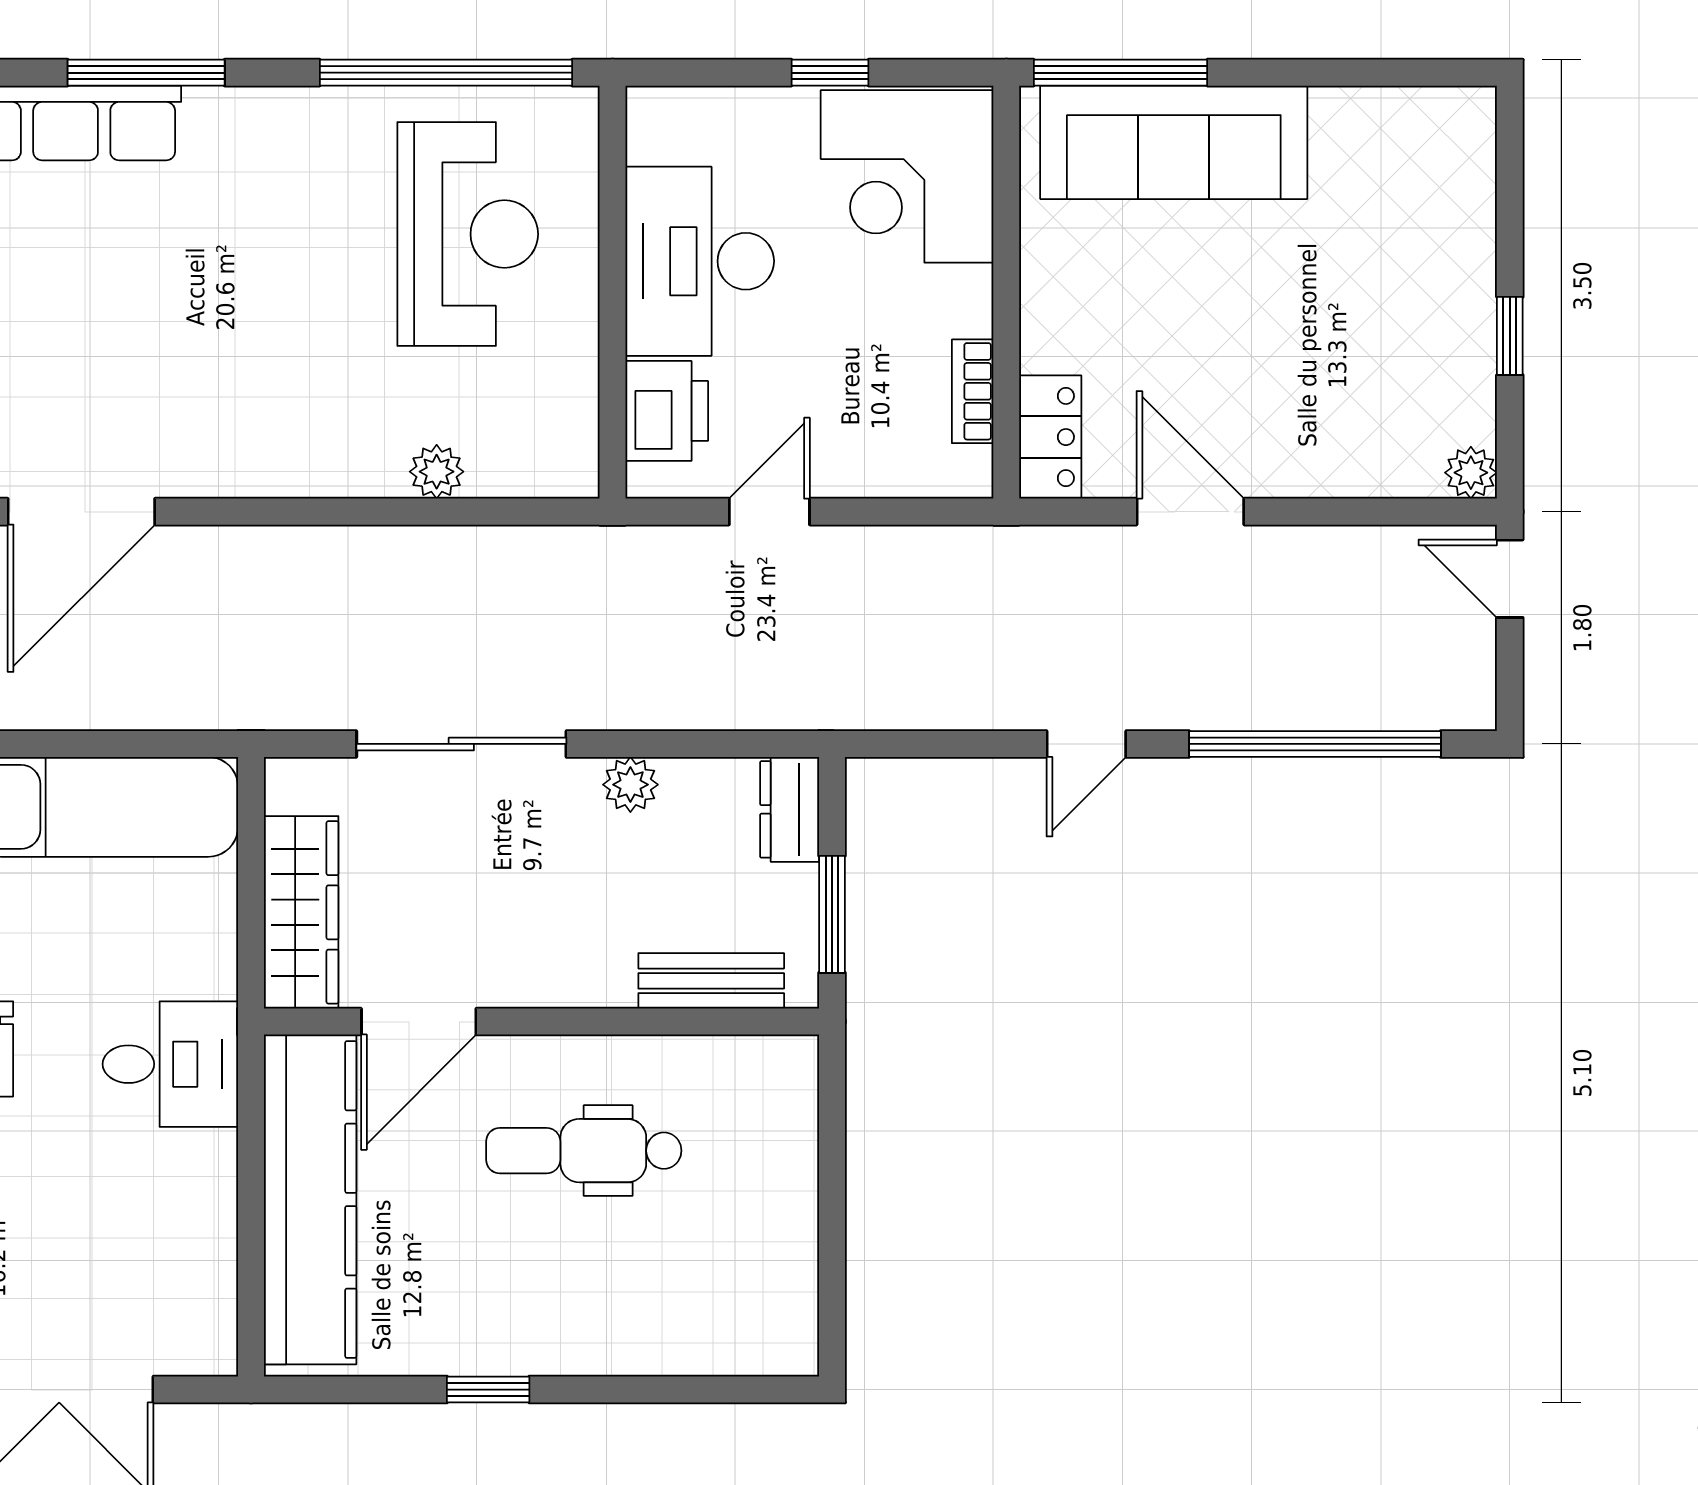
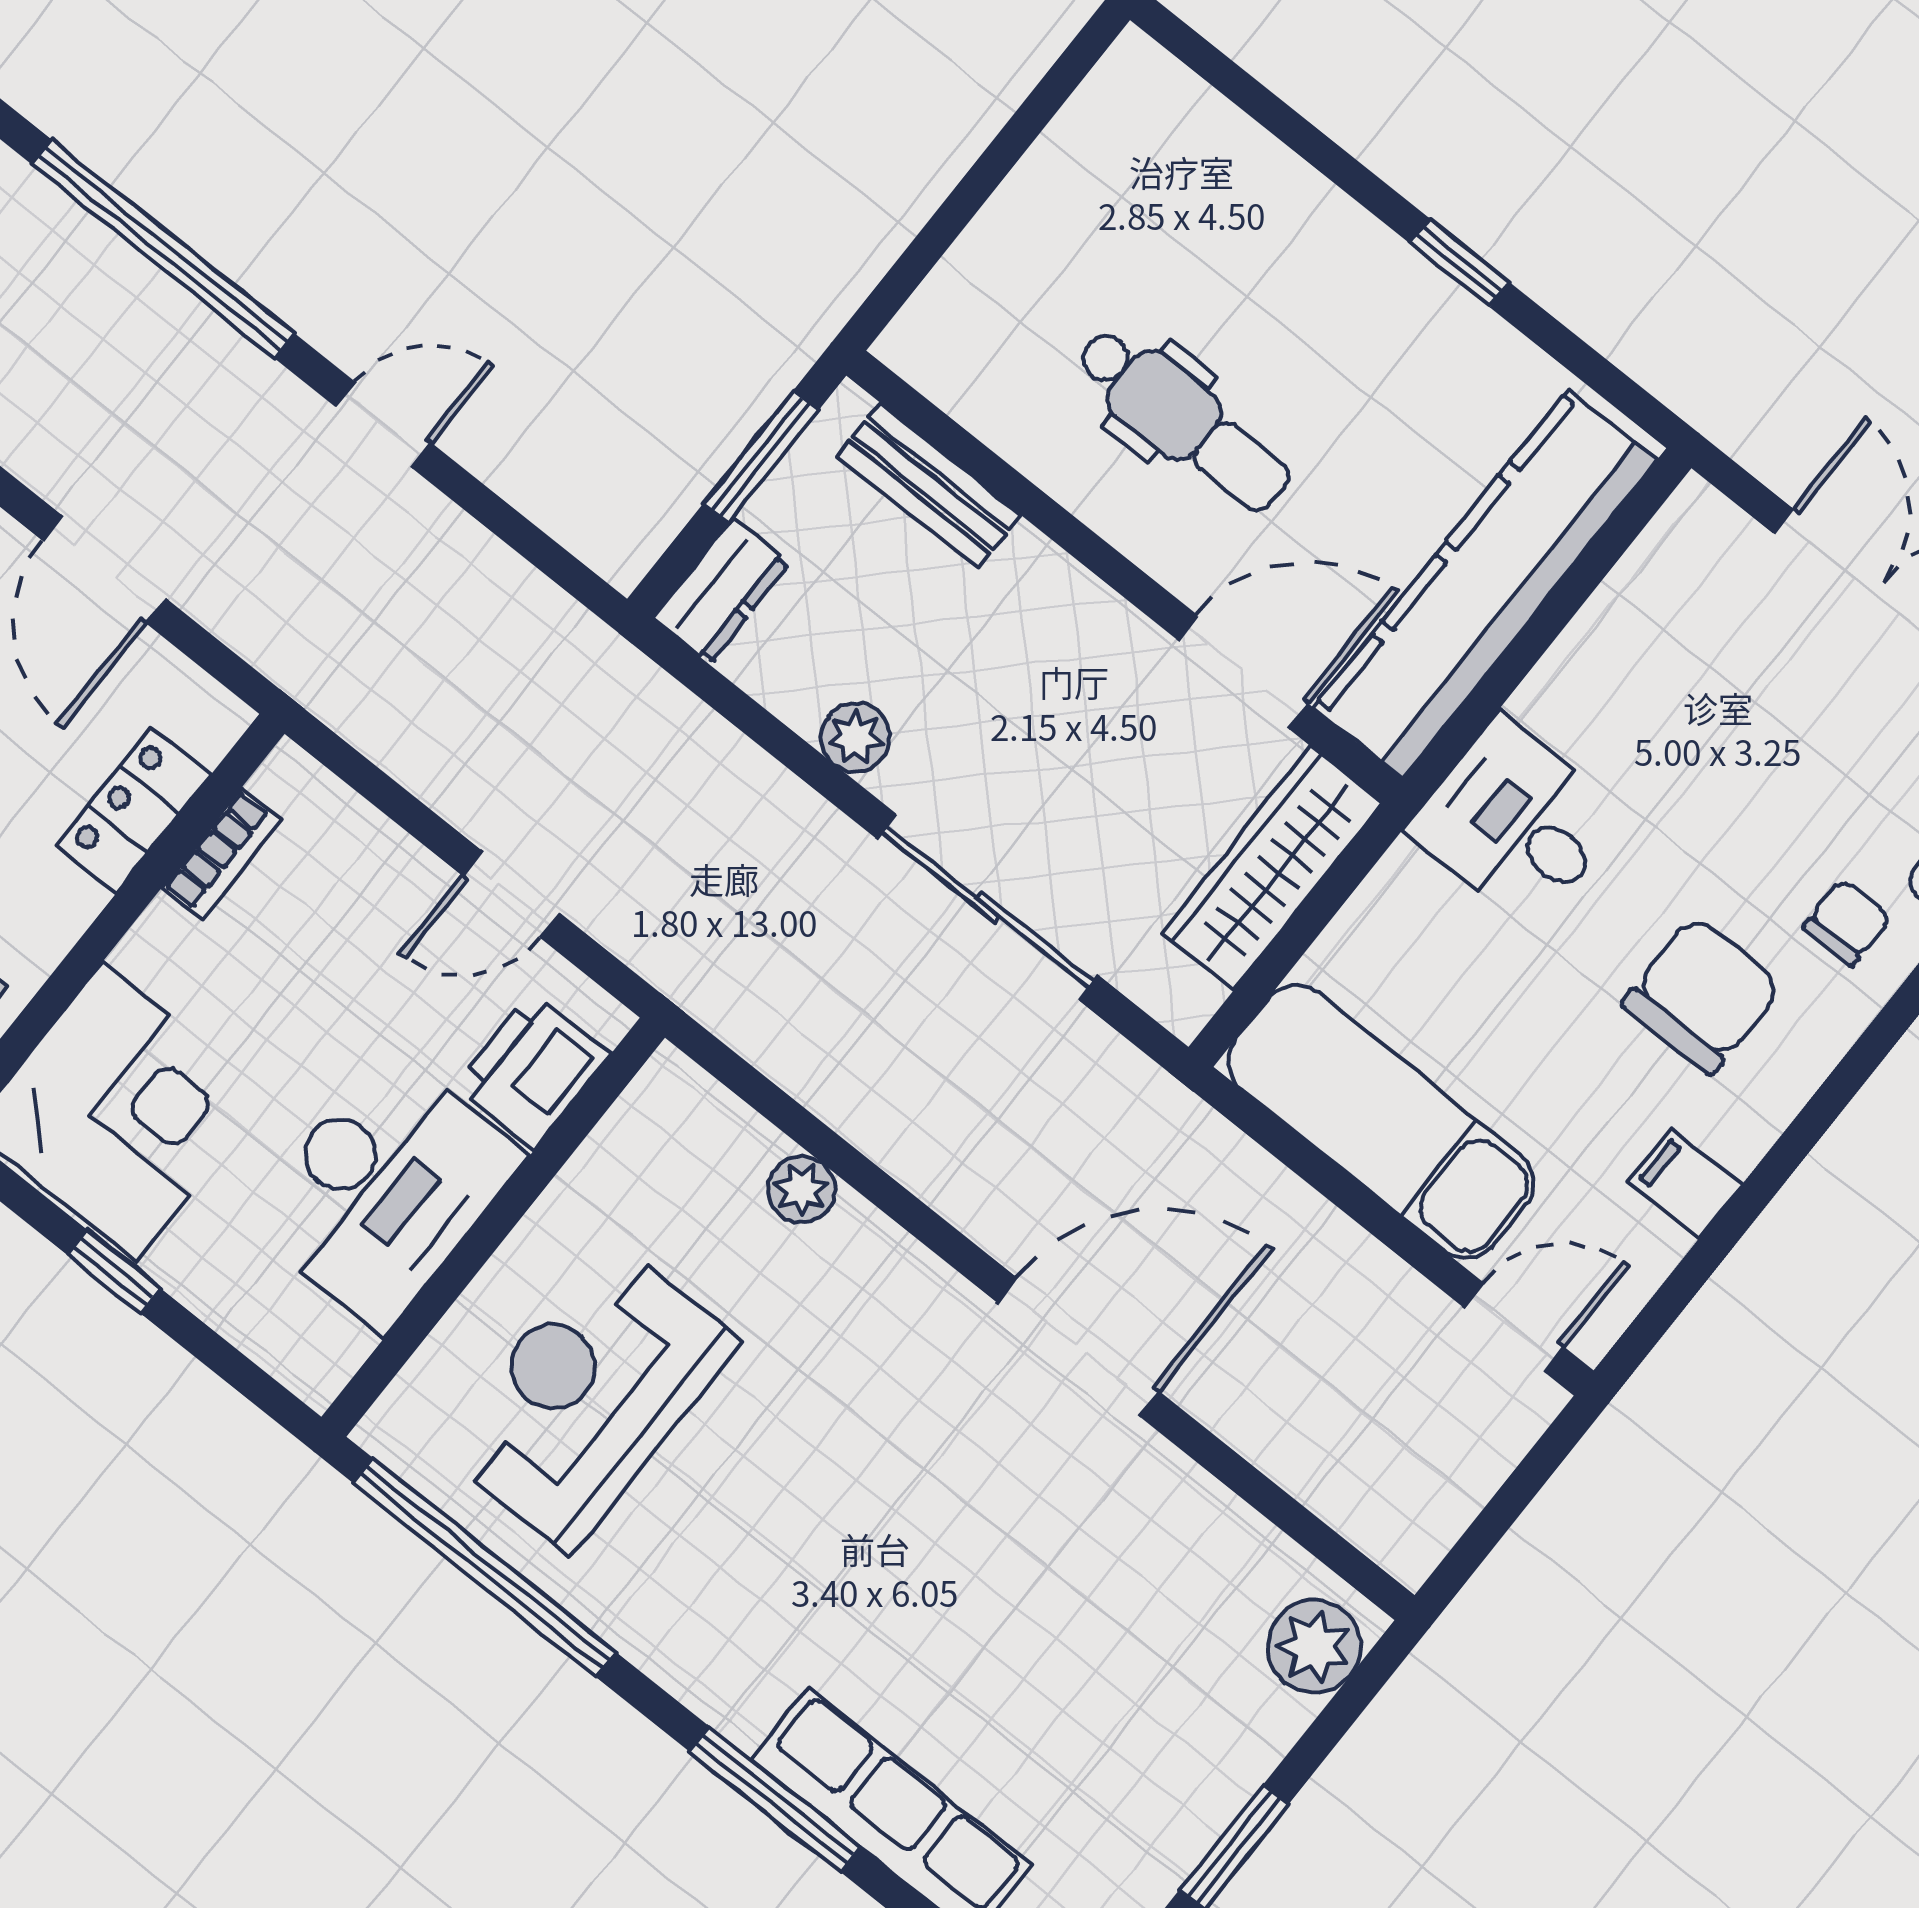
locker: (1050, 437) -> (134, 810), moved
door: (81, 512) -> (1078, 1347), moved

